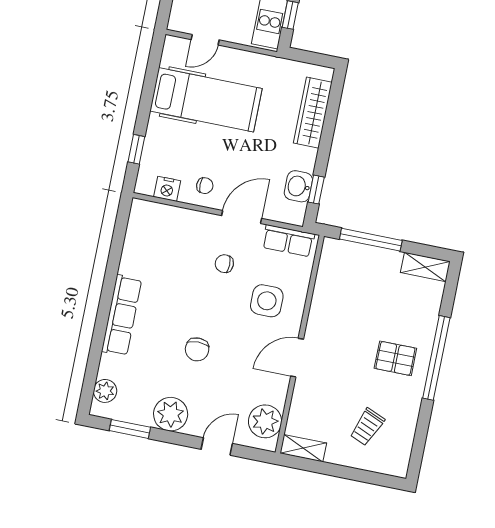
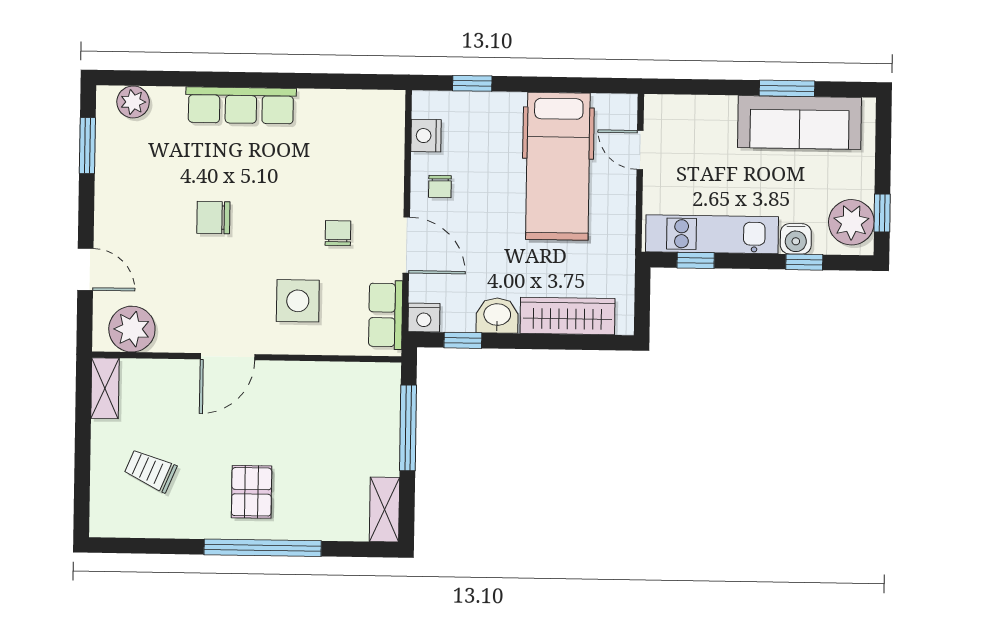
washbasin: (298, 186) -> (497, 316), moved
nightstand: (295, 214) -> (424, 318), added
door: (297, 358) -> (228, 357), swing flipped
plant: (171, 414) -> (118, 198), removed

